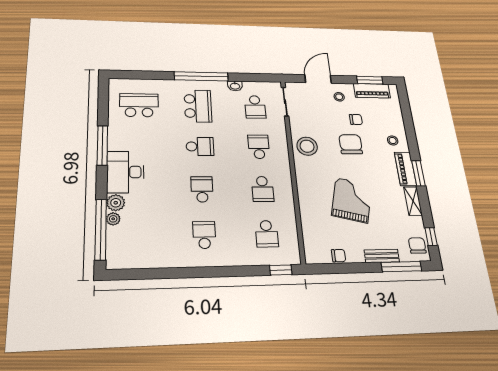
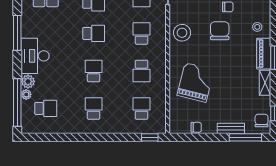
grand piano: (352, 200) -> (195, 82), moved
school desk: (267, 234) -> (142, 108), turned 180
school desk: (140, 236) -> (46, 108), added

